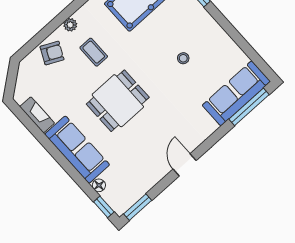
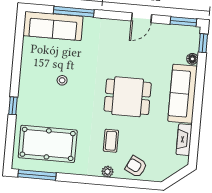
window: (249, 107) -> (74, 12), moved
door: (185, 165) -> (142, 18), moved

